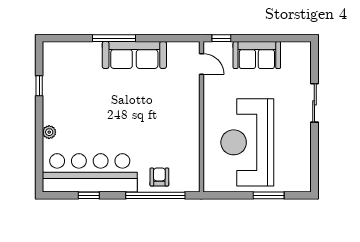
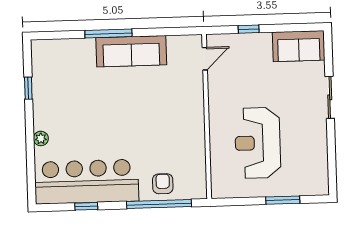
window: (221, 38) -> (249, 29), moved
sofa: (257, 55) -> (299, 46), moved
door: (201, 64) -> (205, 59), hinge flipped
reception desk: (247, 142) -> (258, 143), width x0.74, depth x0.77

